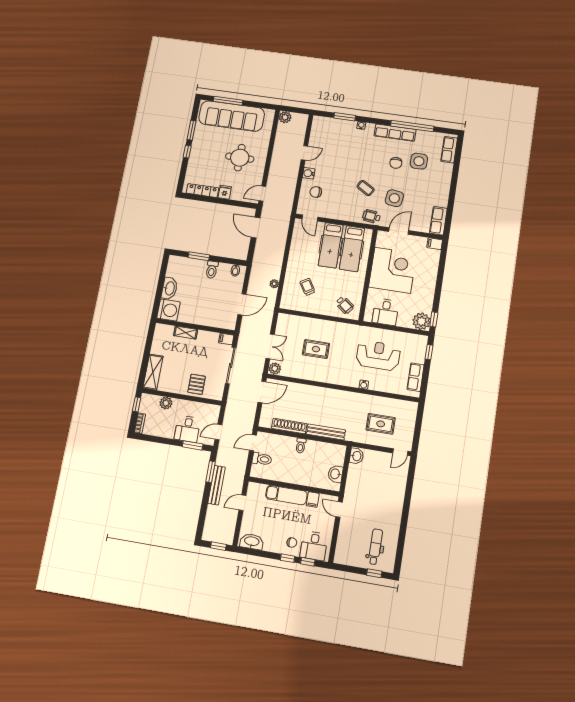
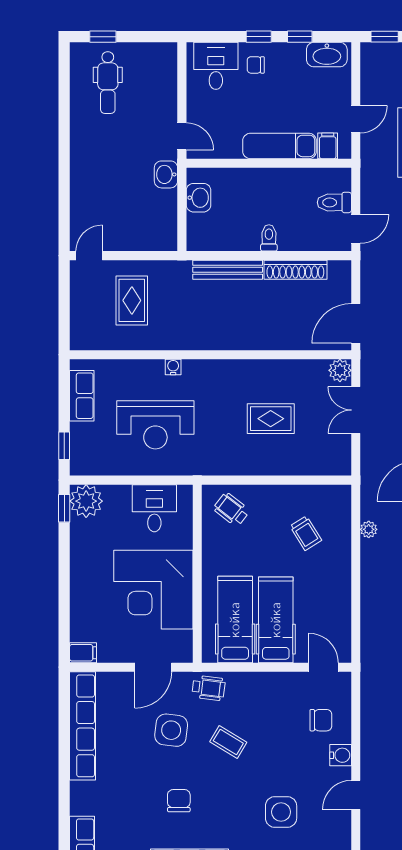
side table: (419, 161) -> (281, 812), moved
row of seats: (438, 221) -> (83, 726), width x2.02
rug: (381, 424) -> (132, 300), turned 90
washbasin: (356, 456) -> (166, 174), moved
filing cabinet: (313, 500) -> (328, 146), moved
window: (308, 562) -> (300, 37), moved

